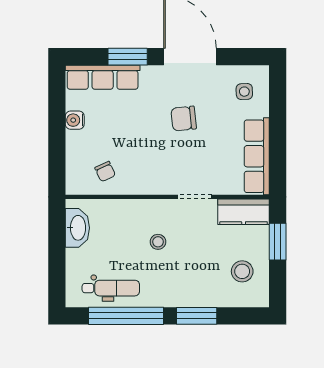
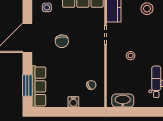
window: (128, 57) -> (27, 86), moved
water cooler: (75, 120) -> (73, 102), moved

